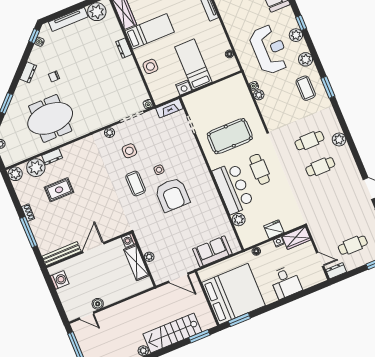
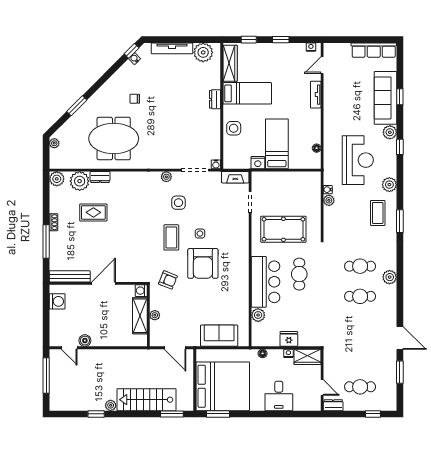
plant: (296, 35) -> (390, 132), moved
dresser: (28, 72) -> (111, 84), removed
armchair: (148, 221) -> (168, 280), added

